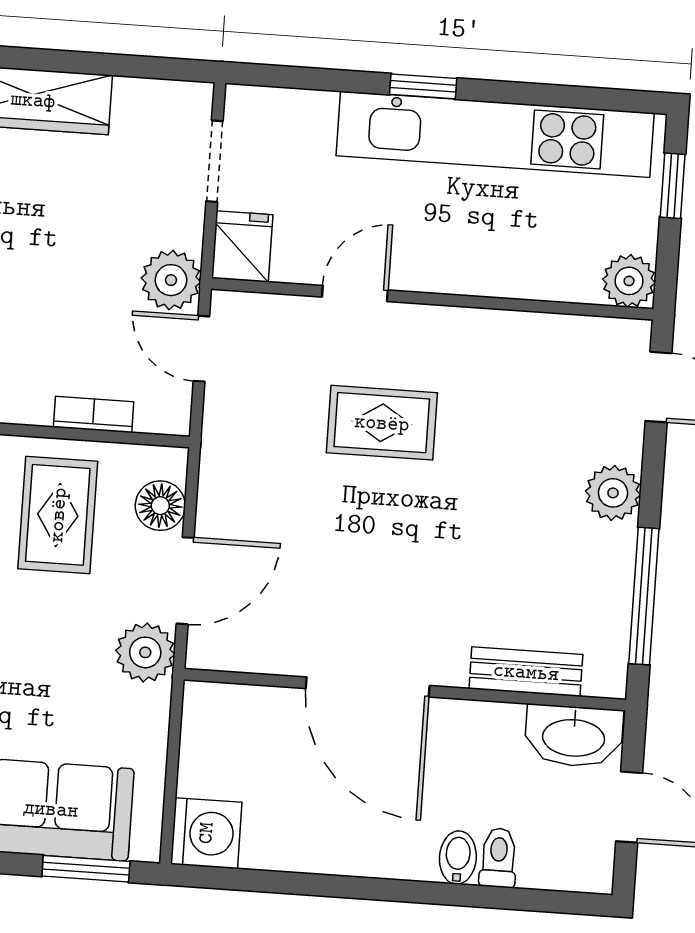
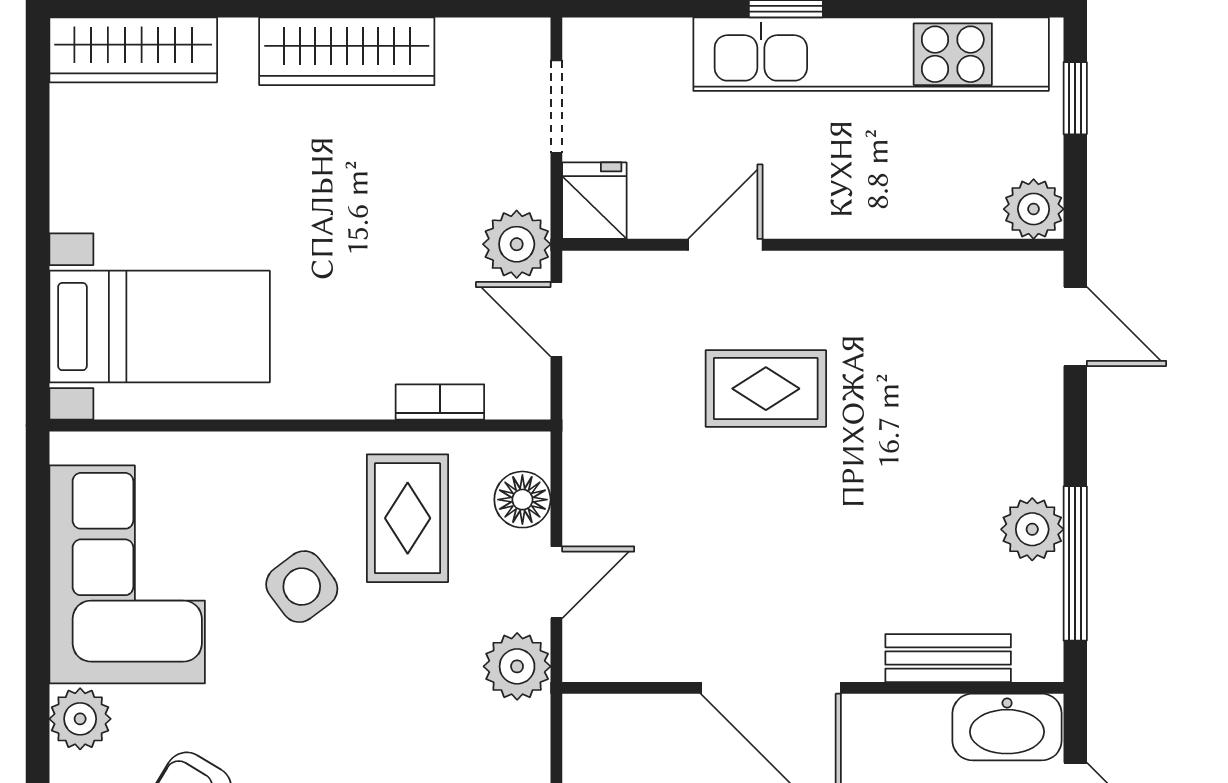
plant: (613, 493) -> (1032, 529), moved
door: (185, 581) -> (556, 582), width x0.73

